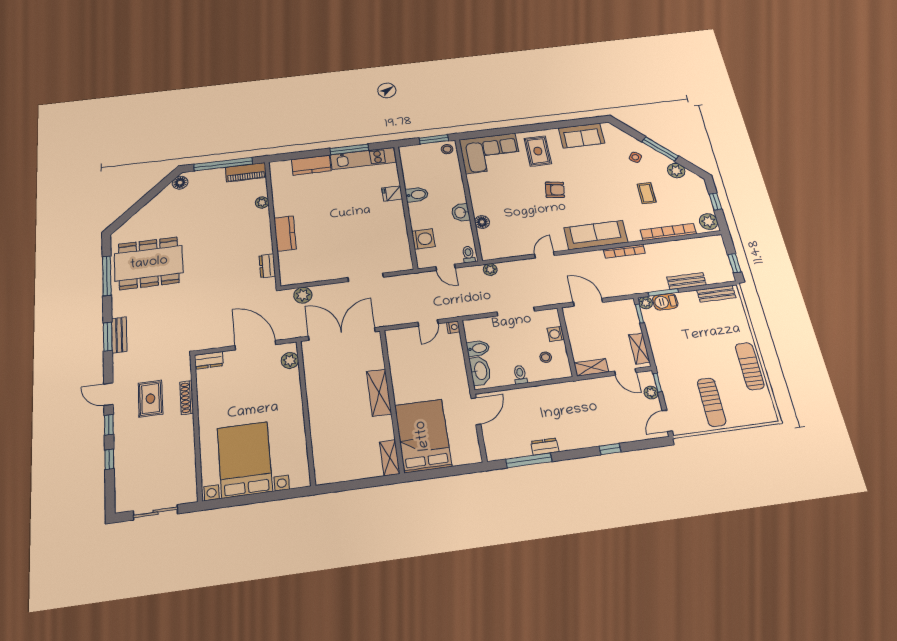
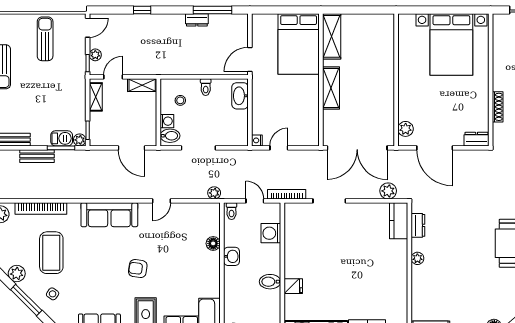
coffee table: (647, 193) -> (51, 253), width x1.86, depth x1.72
plant: (262, 202) -> (417, 258), moved
kitchen counter: (285, 233) -> (399, 221), moved
bookcase: (624, 251) -> (287, 194), moved
bidet: (478, 348) -> (170, 136), moved, turned 180
door: (625, 372) -> (113, 77), hinge flipped
shelving: (390, 458) -> (332, 36), width x1.50, depth x1.33

